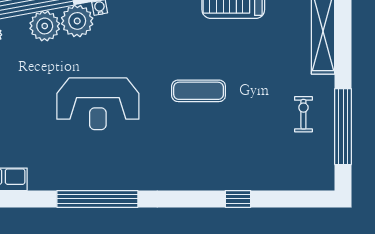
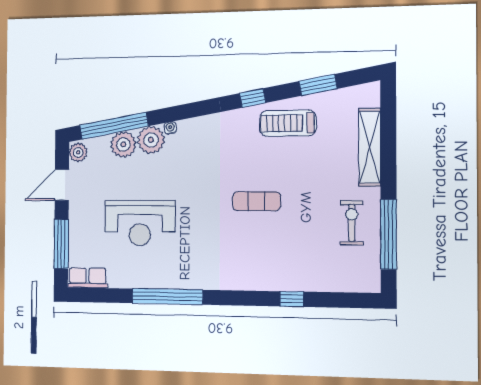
reception desk: (98, 104) -> (140, 223), moved
exercise bike: (303, 114) -> (352, 223), width x1.38, depth x1.39

